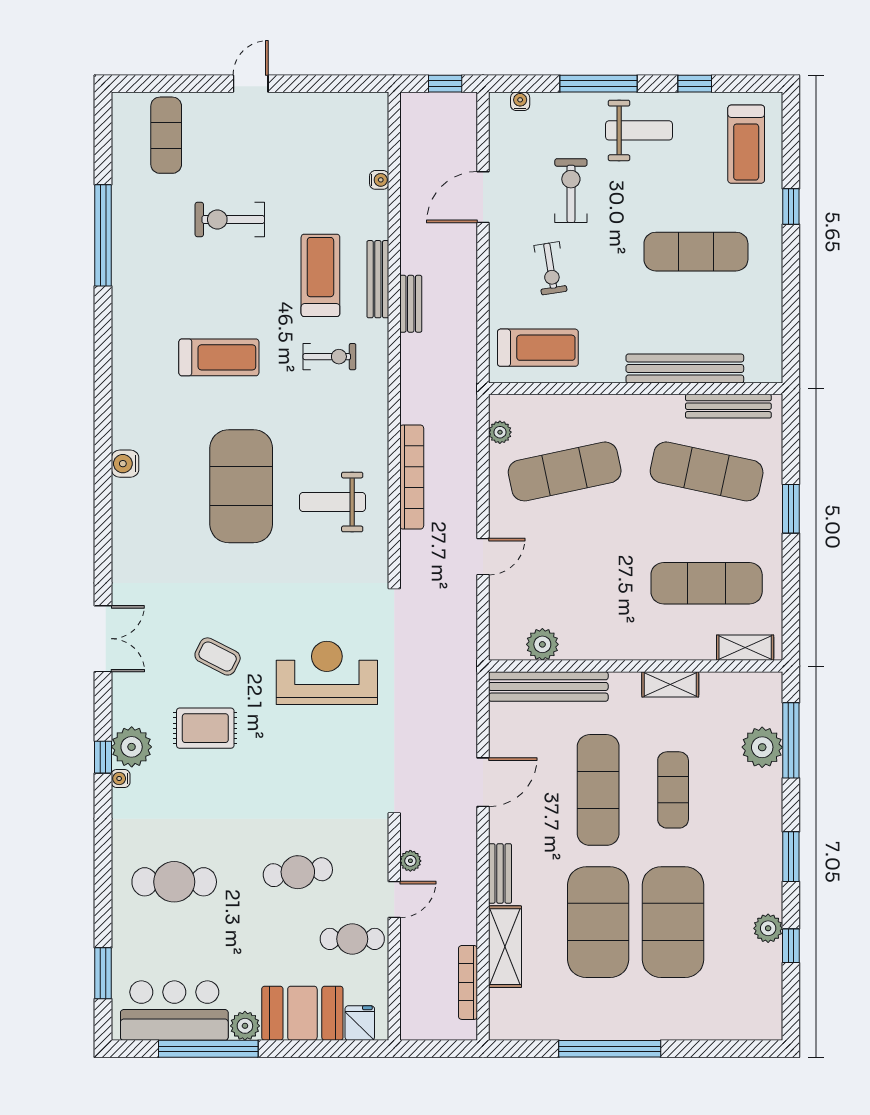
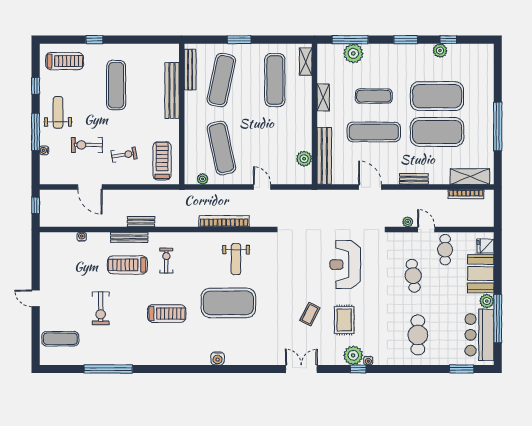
water cooler: (520, 101) -> (44, 150), moved
treadmill: (219, 357) -> (167, 314), turned 90
reception desk: (327, 673) -> (345, 265), moved
shelving: (505, 947) -> (470, 177), moved

